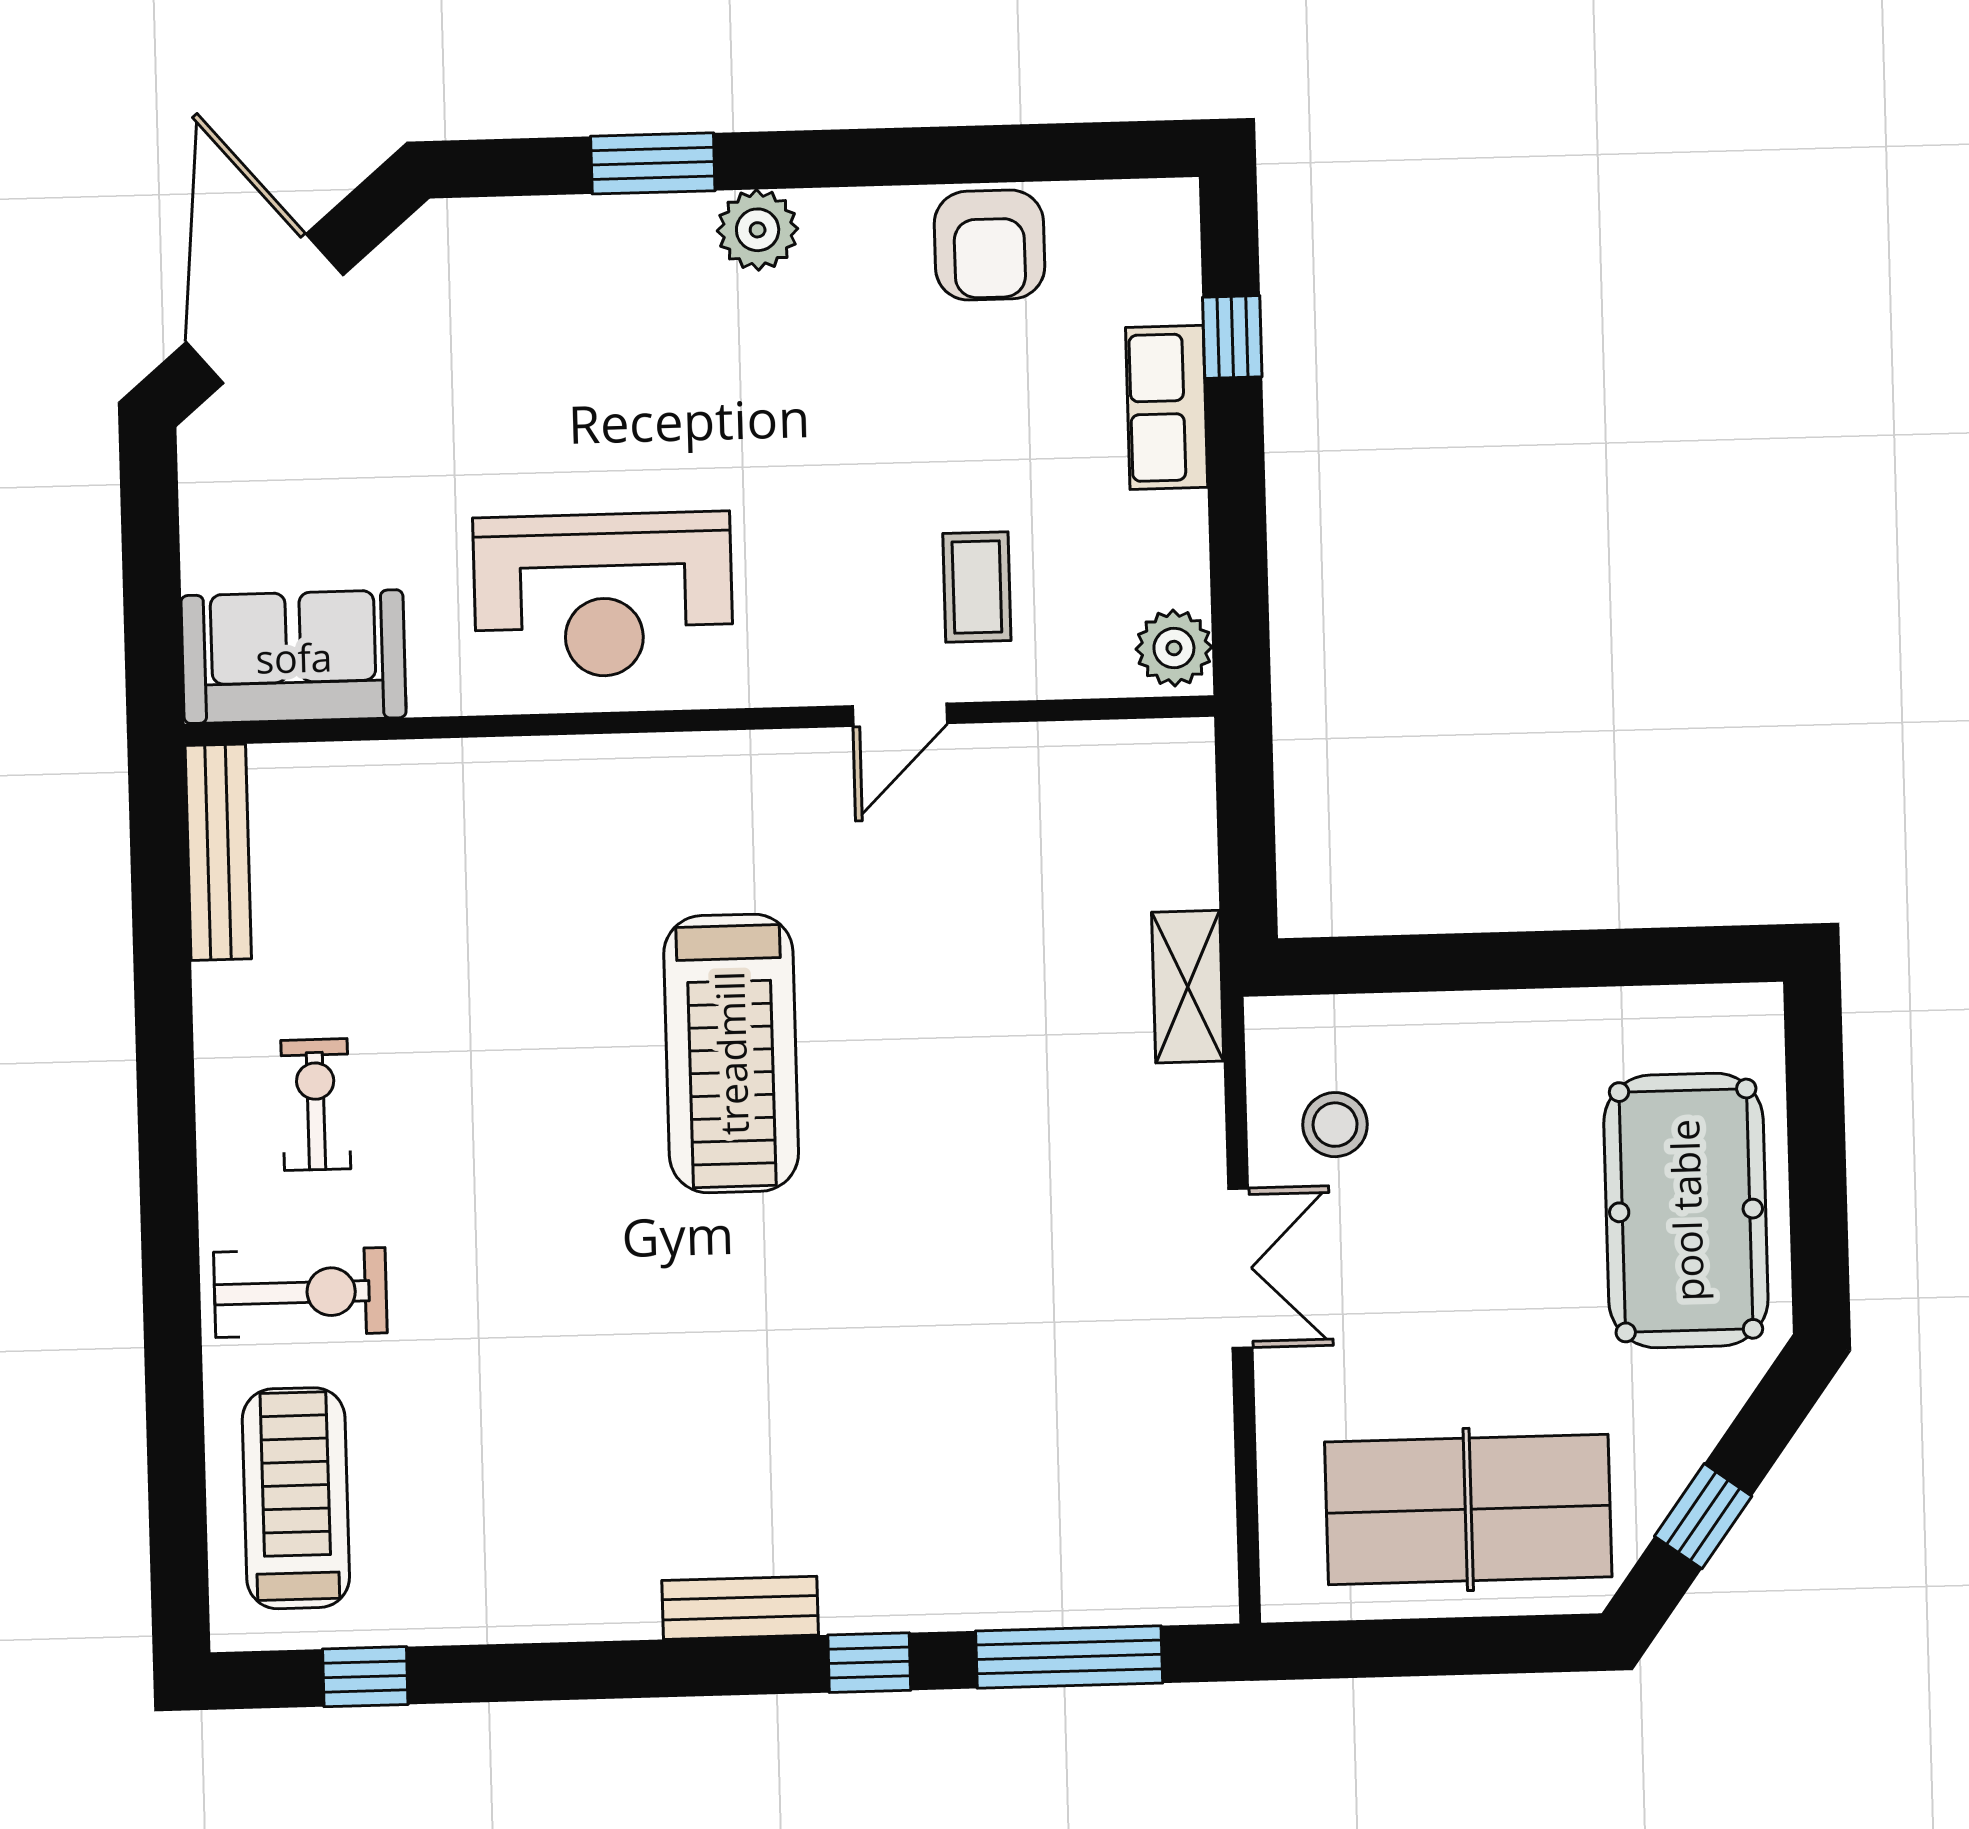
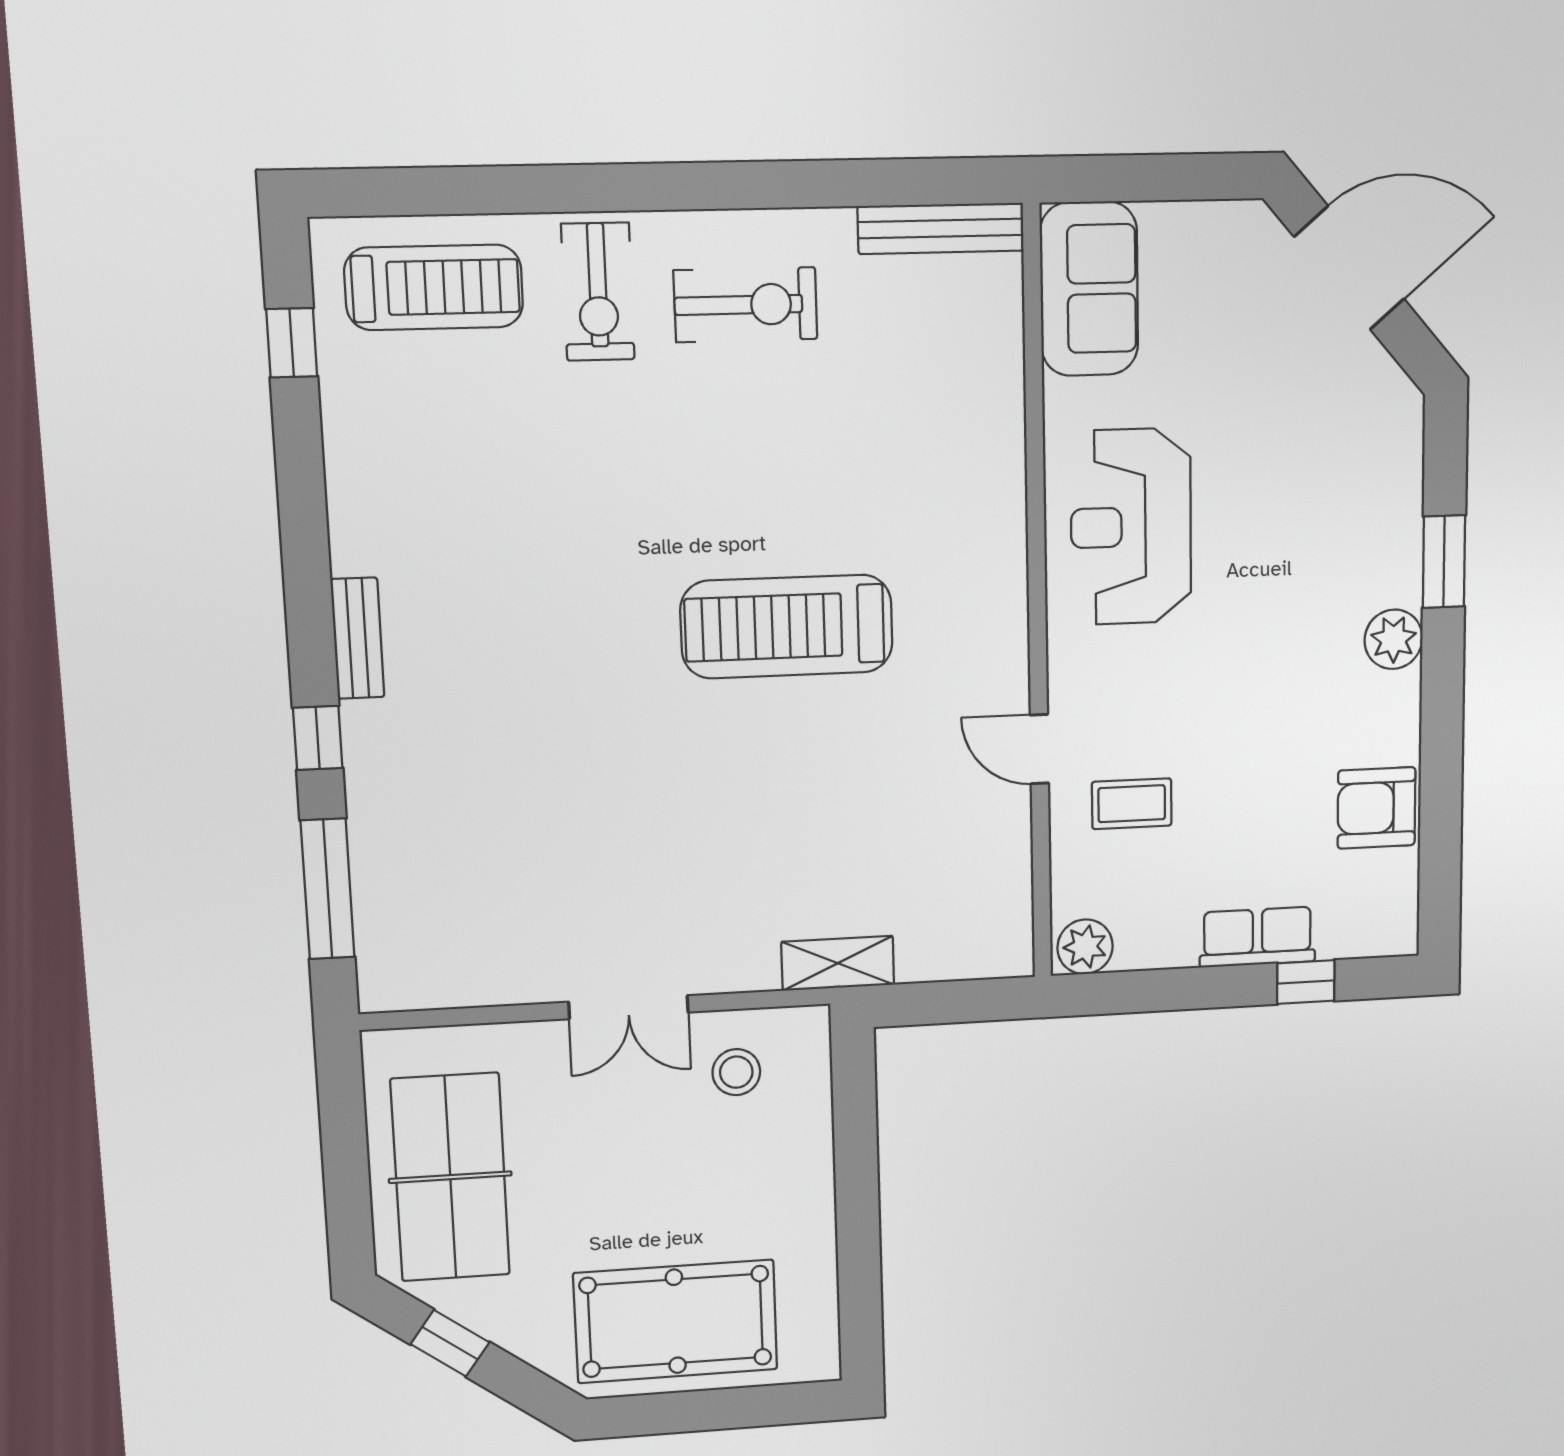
exercise bike: (316, 1105) -> (746, 305), width x1.38, depth x1.39

